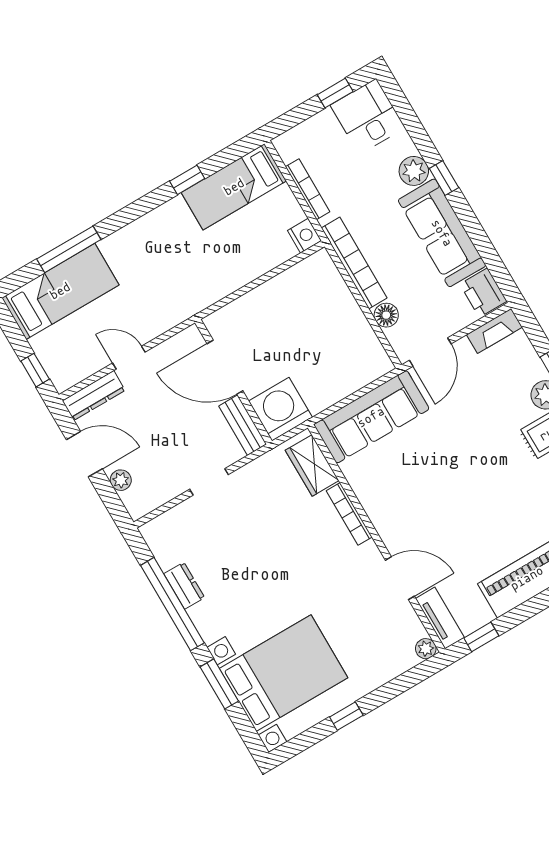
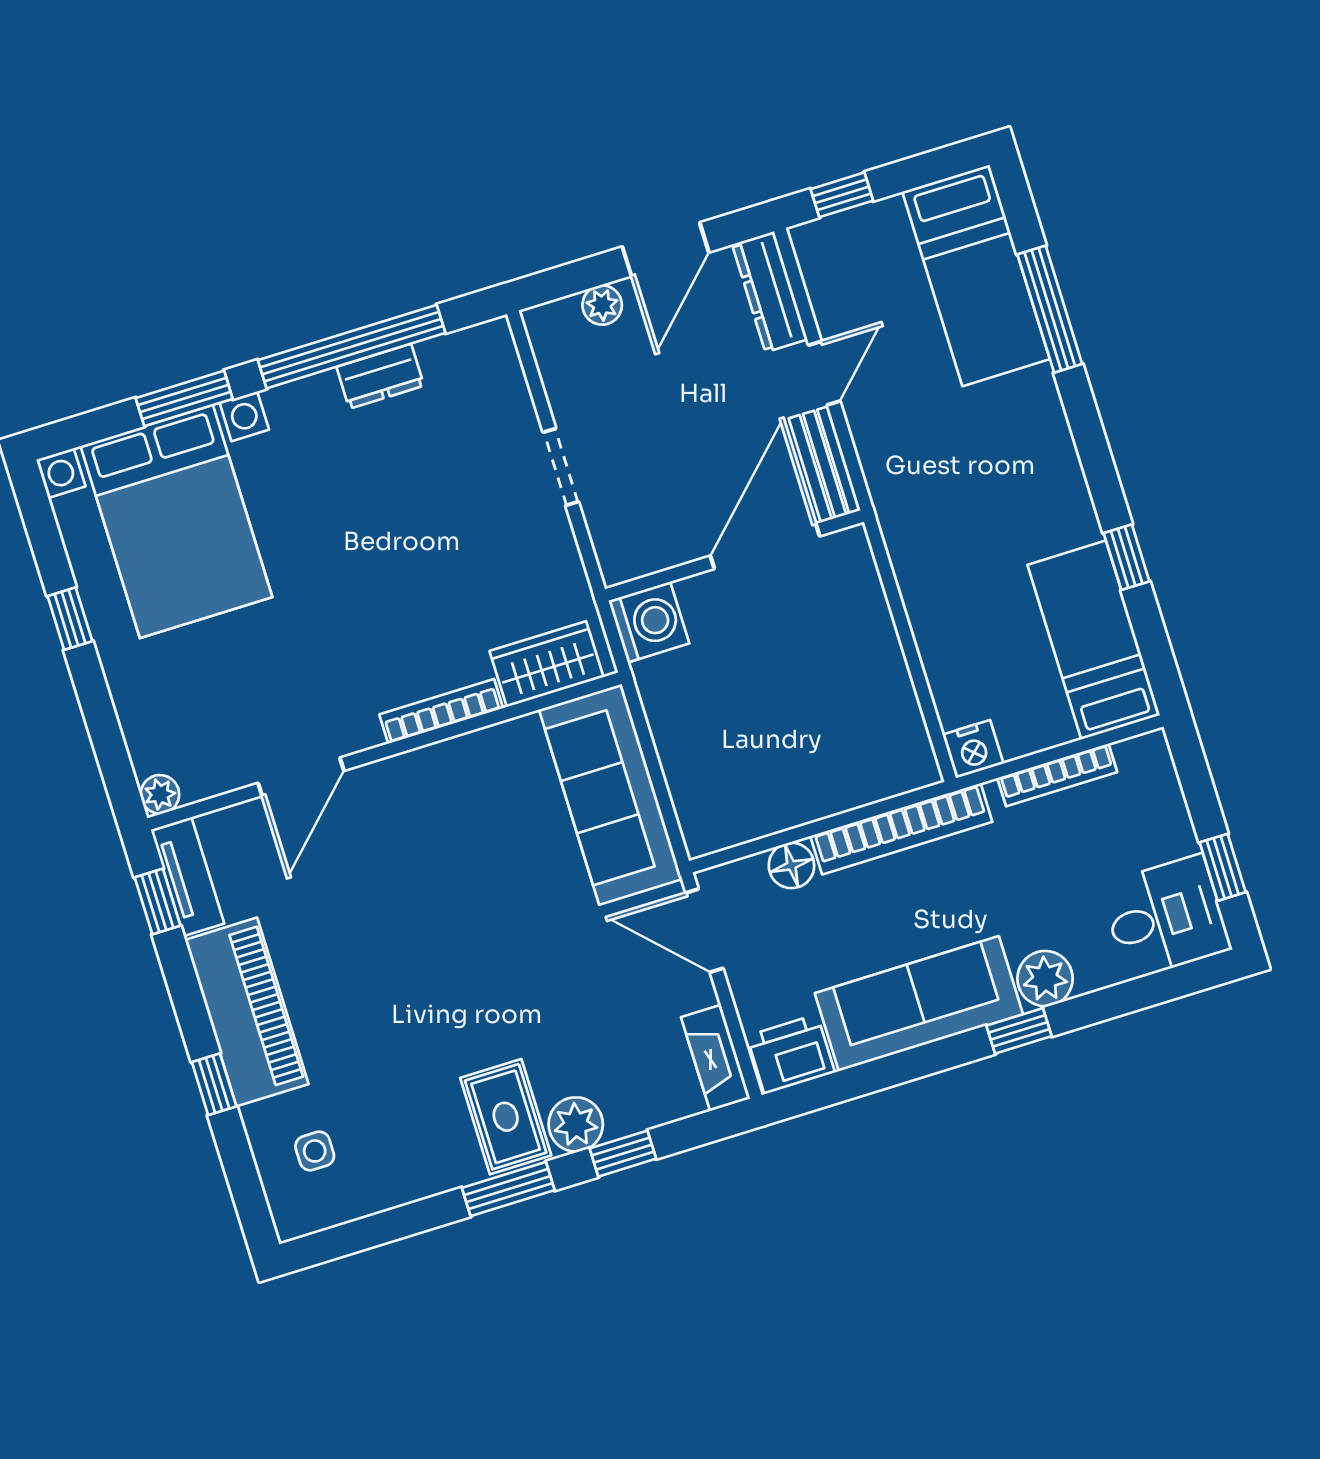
washing machine: (280, 409) -> (649, 622), width x0.73, depth x0.73
bench: (243, 425) -> (825, 464), moved, turned 90
tv unit: (440, 618) -> (187, 877), moved, turned -90

